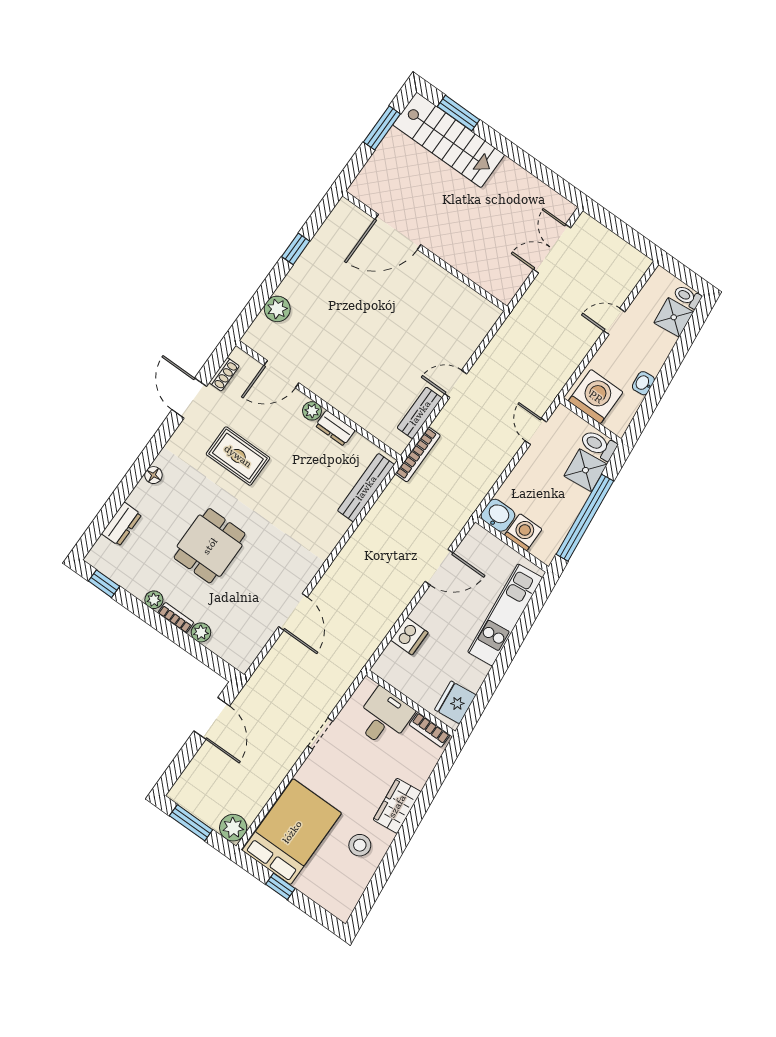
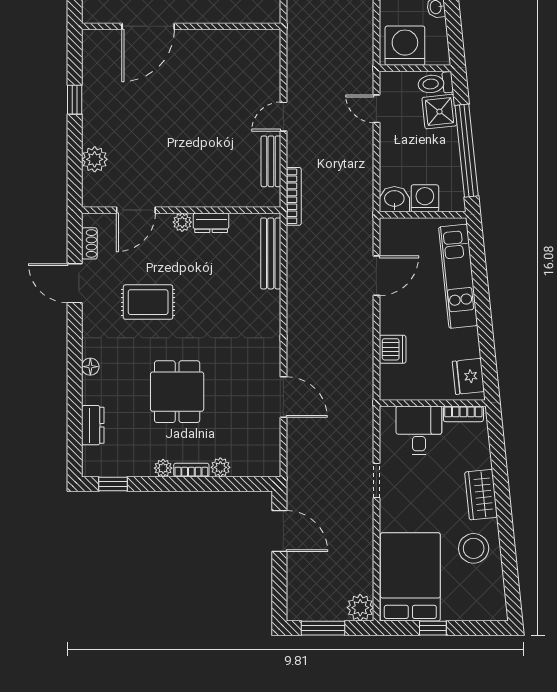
stool: (360, 845) -> (474, 548), width x1.38, depth x1.38

